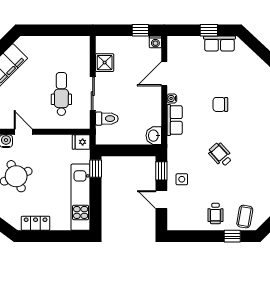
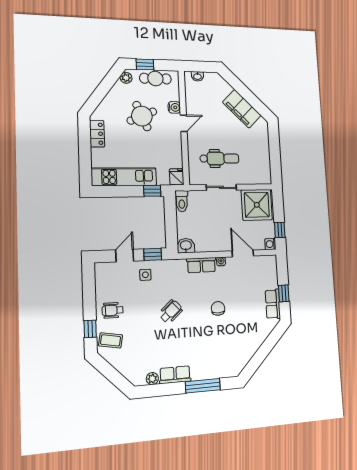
shower: (105, 63) -> (257, 205), width x1.86, depth x1.86
toilet: (107, 119) -> (182, 201), moved

